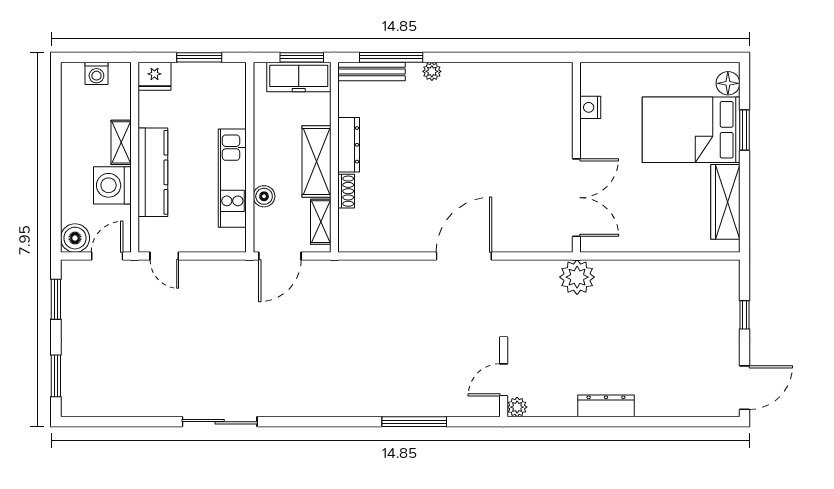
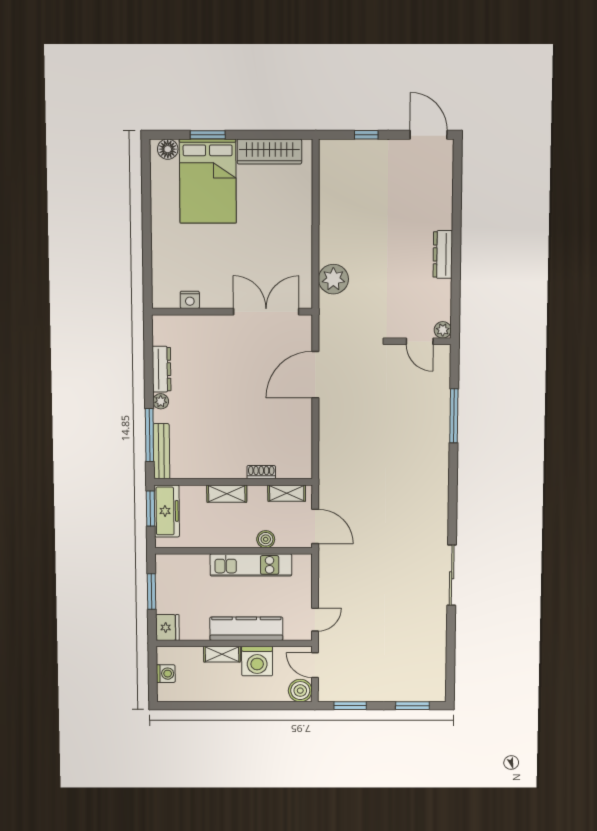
nightstand: (590, 107) -> (190, 300), moved
dresser: (349, 145) -> (162, 369), moved, turned 90
wall: (576, 157) -> (232, 312), moved
shelving: (317, 162) -> (227, 494), width x0.67, depth x0.75
double door: (576, 198) -> (266, 312), moved
door: (464, 256) -> (315, 375), hinge flipped

